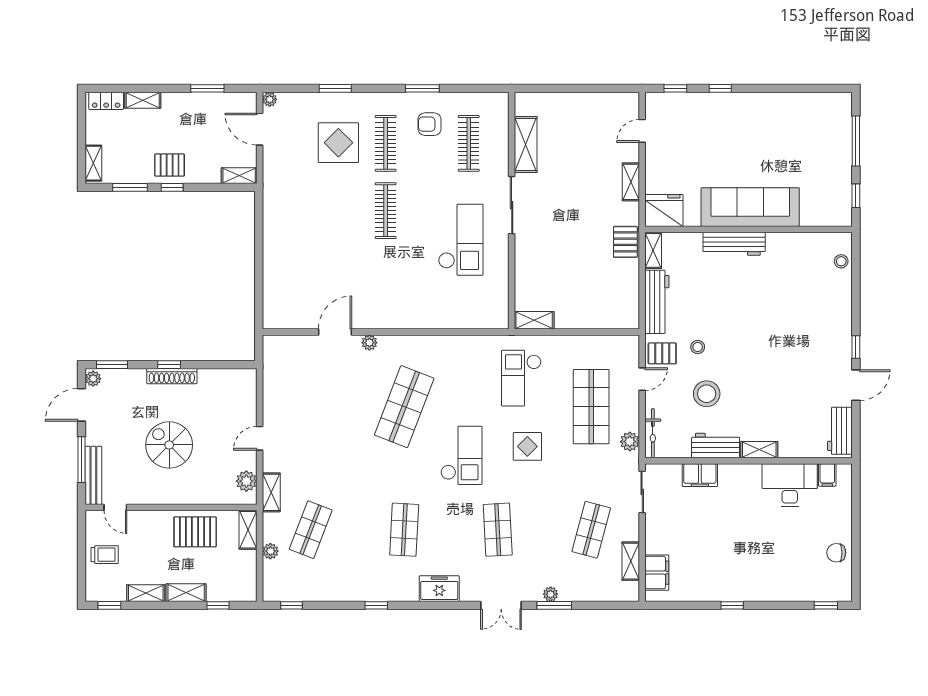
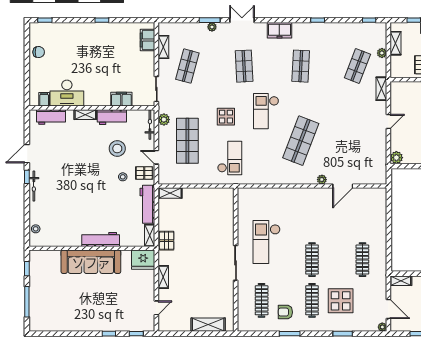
armchair: (429, 124) -> (285, 312), turned 180
shelving: (526, 144) -> (208, 325), moved, turned 90
clothes rail: (303, 211) -> (362, 260), added
shelving: (534, 320) -> (170, 193), moved
bicycle: (844, 332) -> (34, 186), added
door: (642, 379) -> (156, 157), hinge flipped
workbench: (840, 431) -> (51, 117), moved, turned 90
plant: (246, 481) -> (396, 158), moved
shelving: (248, 530) -> (395, 43), moved

